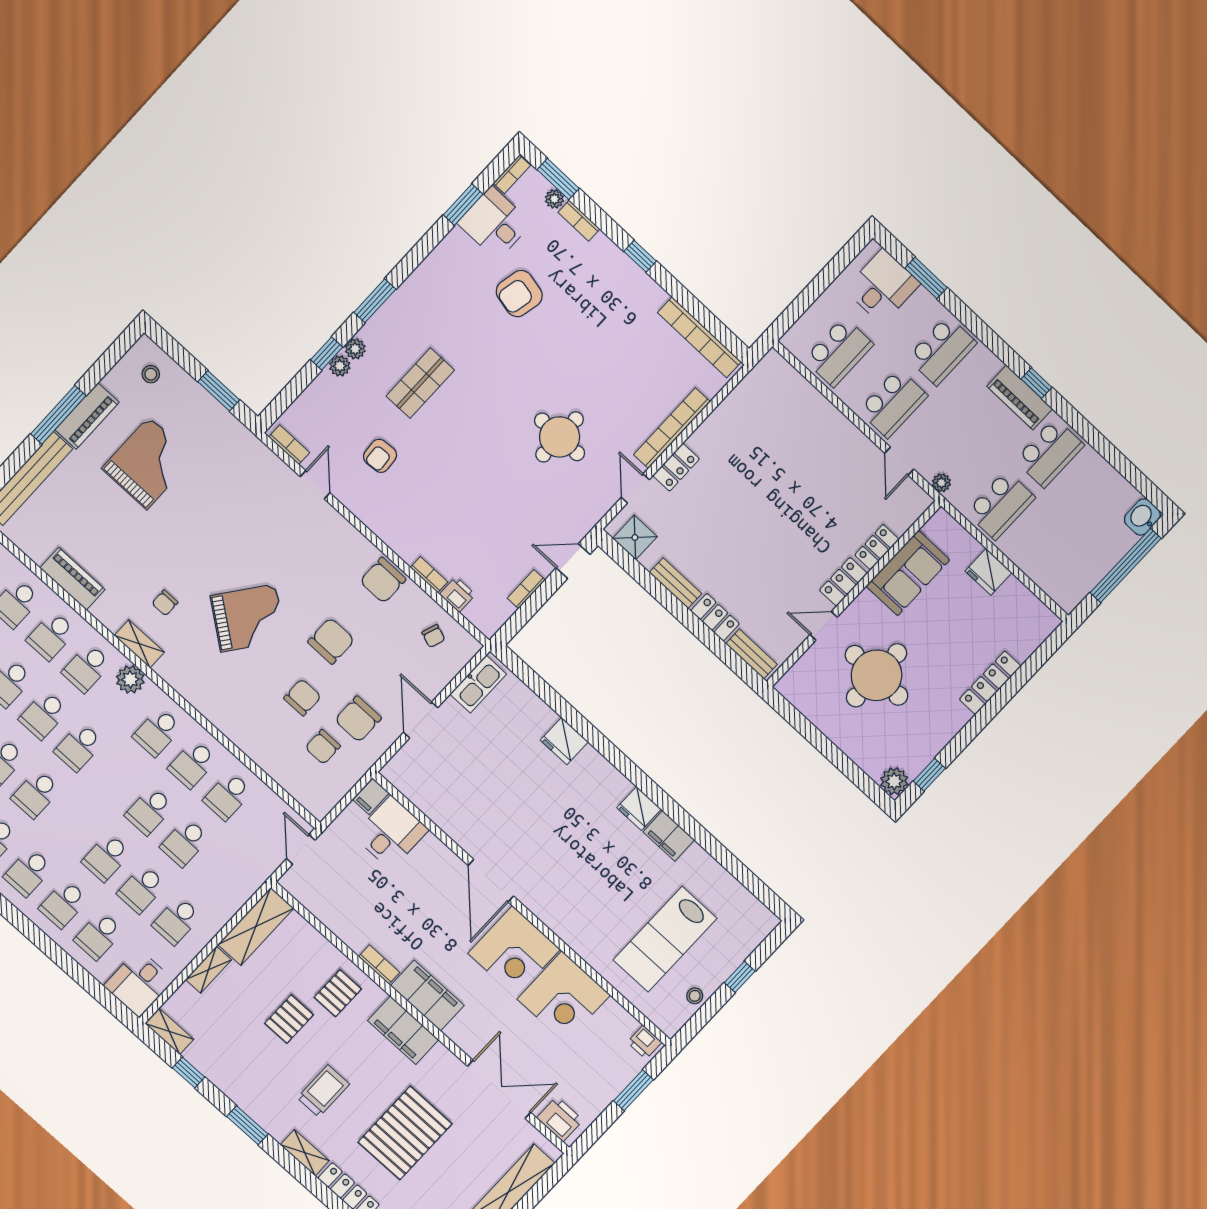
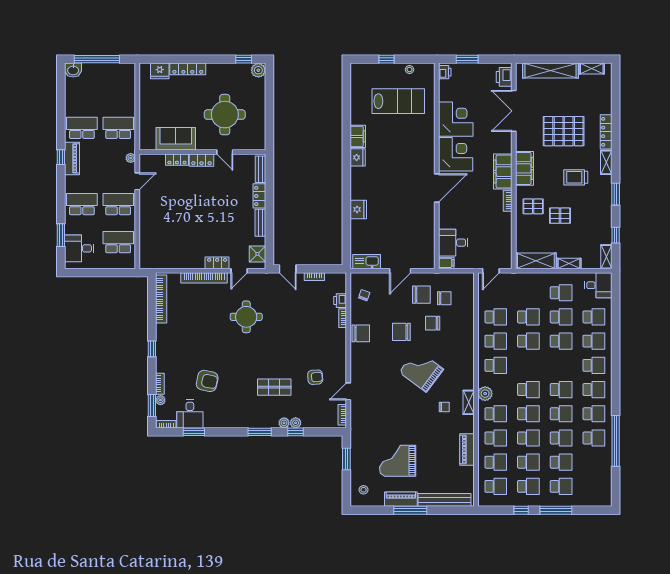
fridge: (988, 572) -> (160, 71), moved, turned 90

